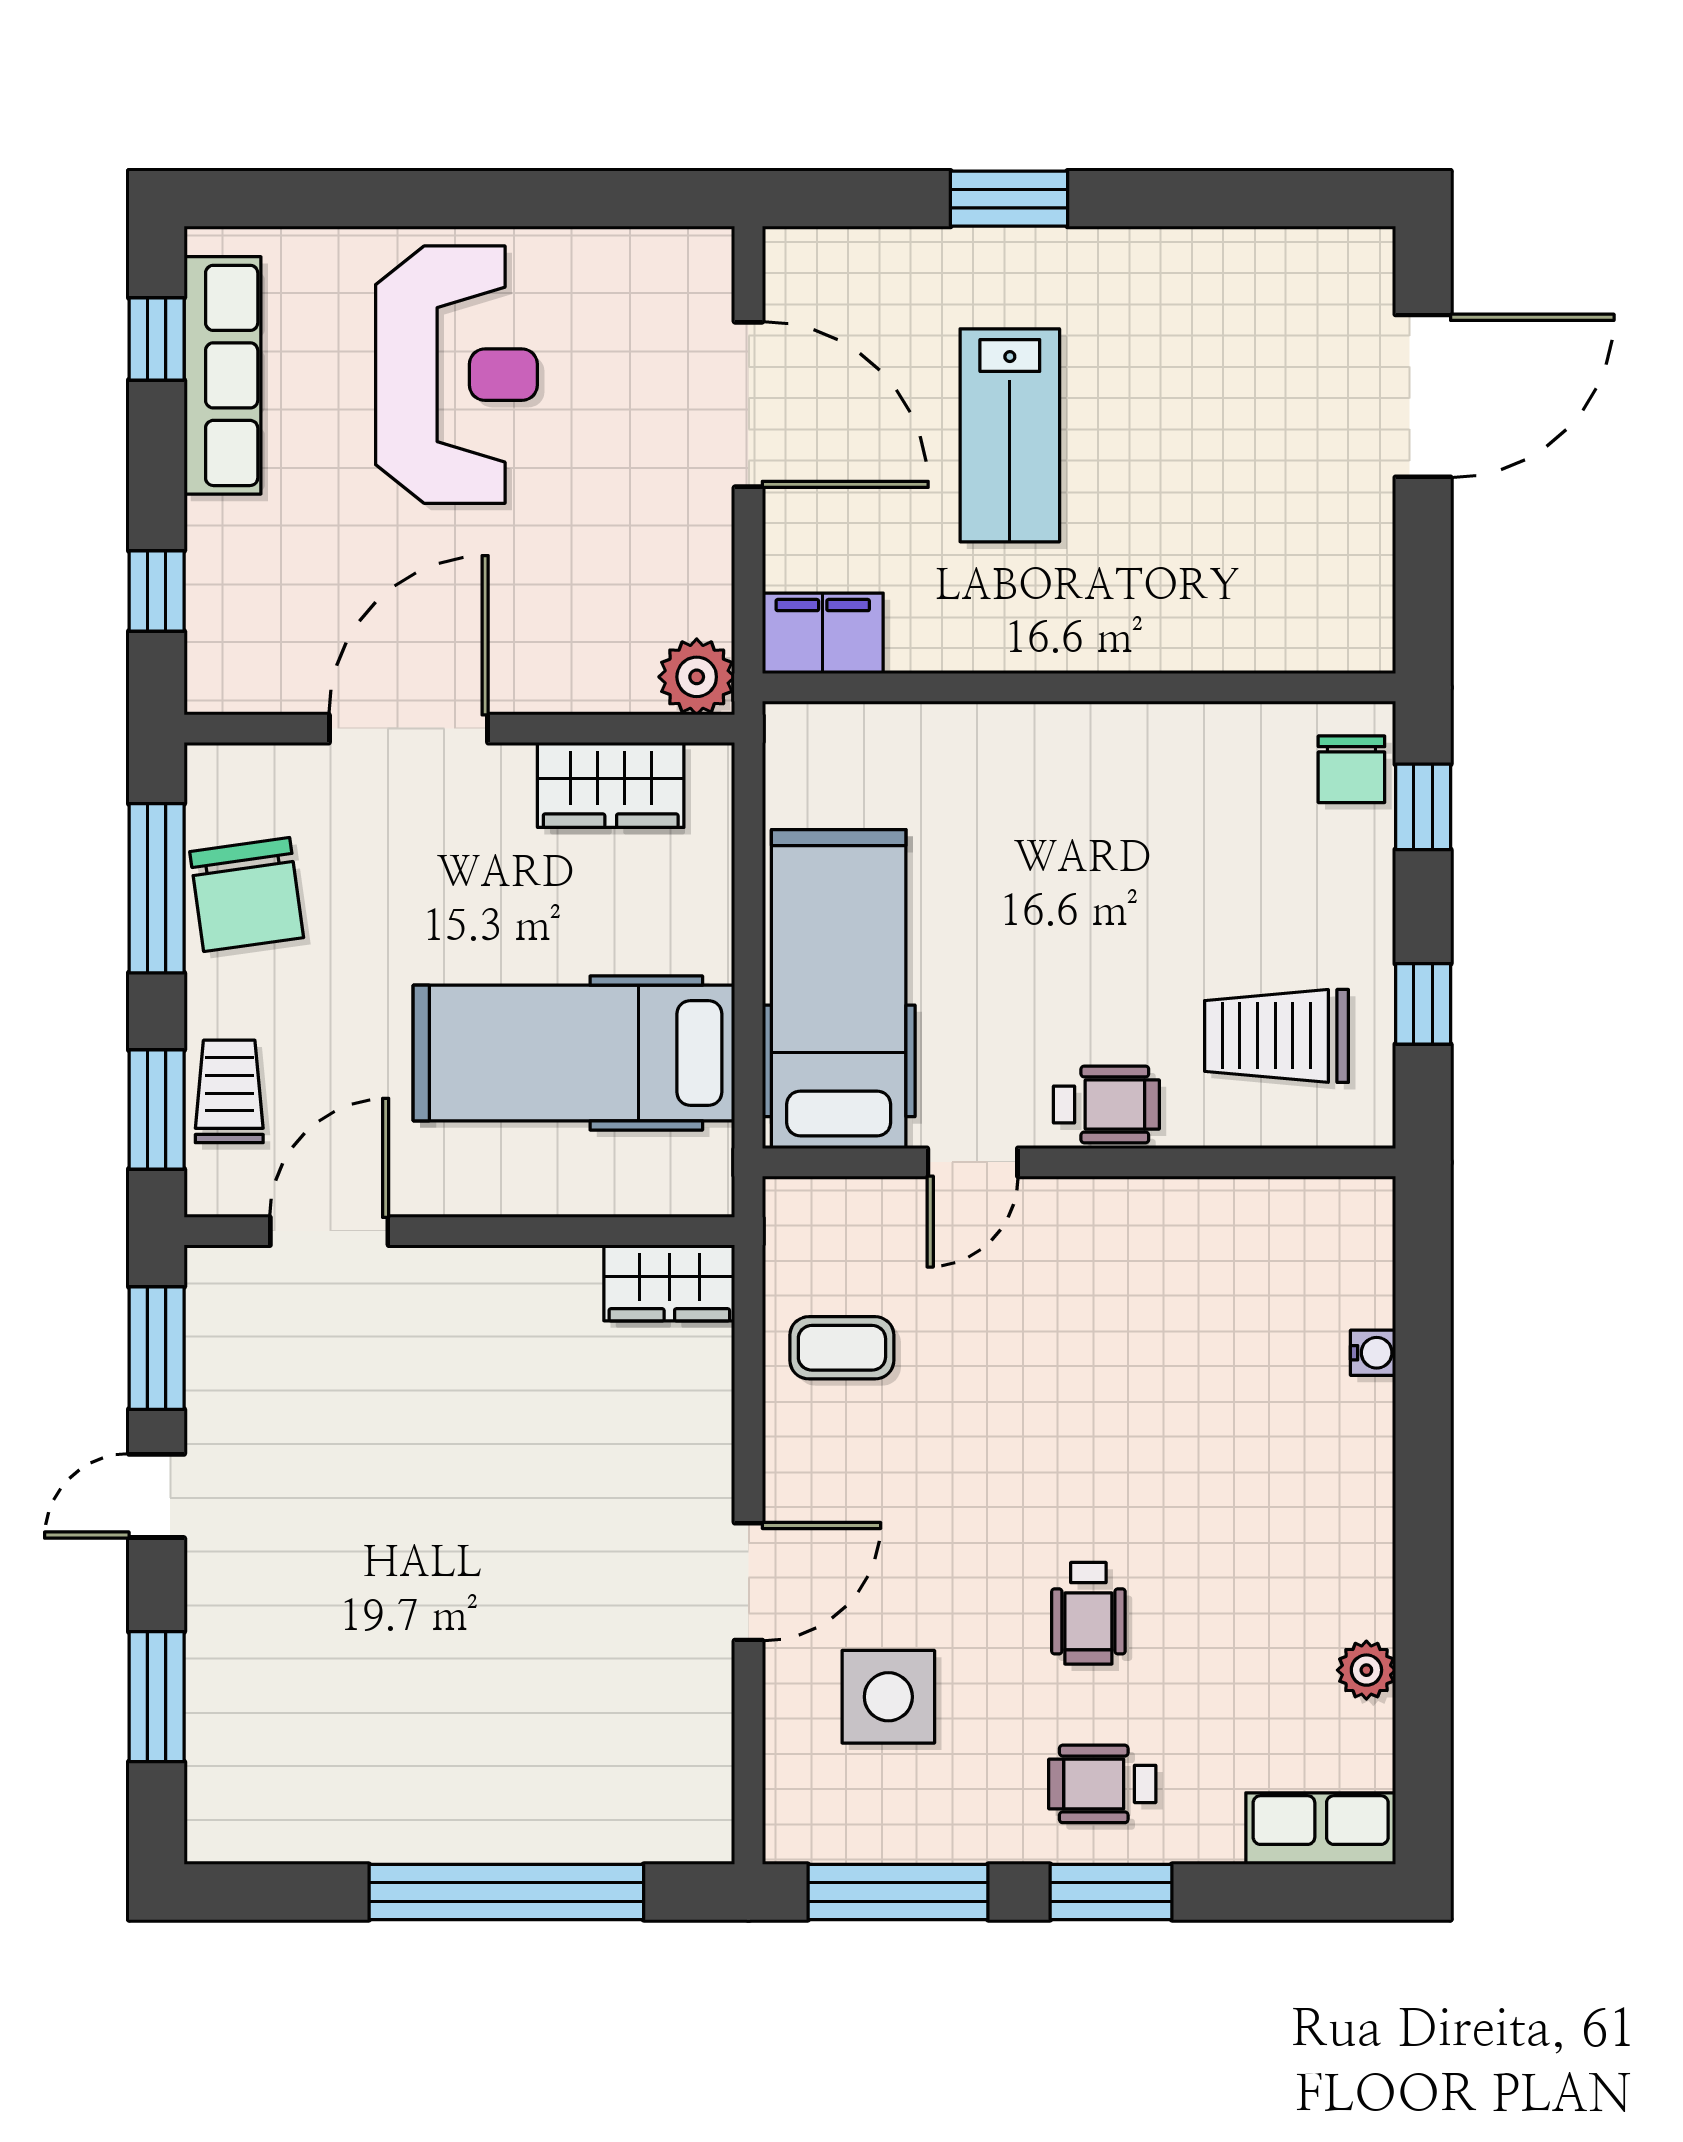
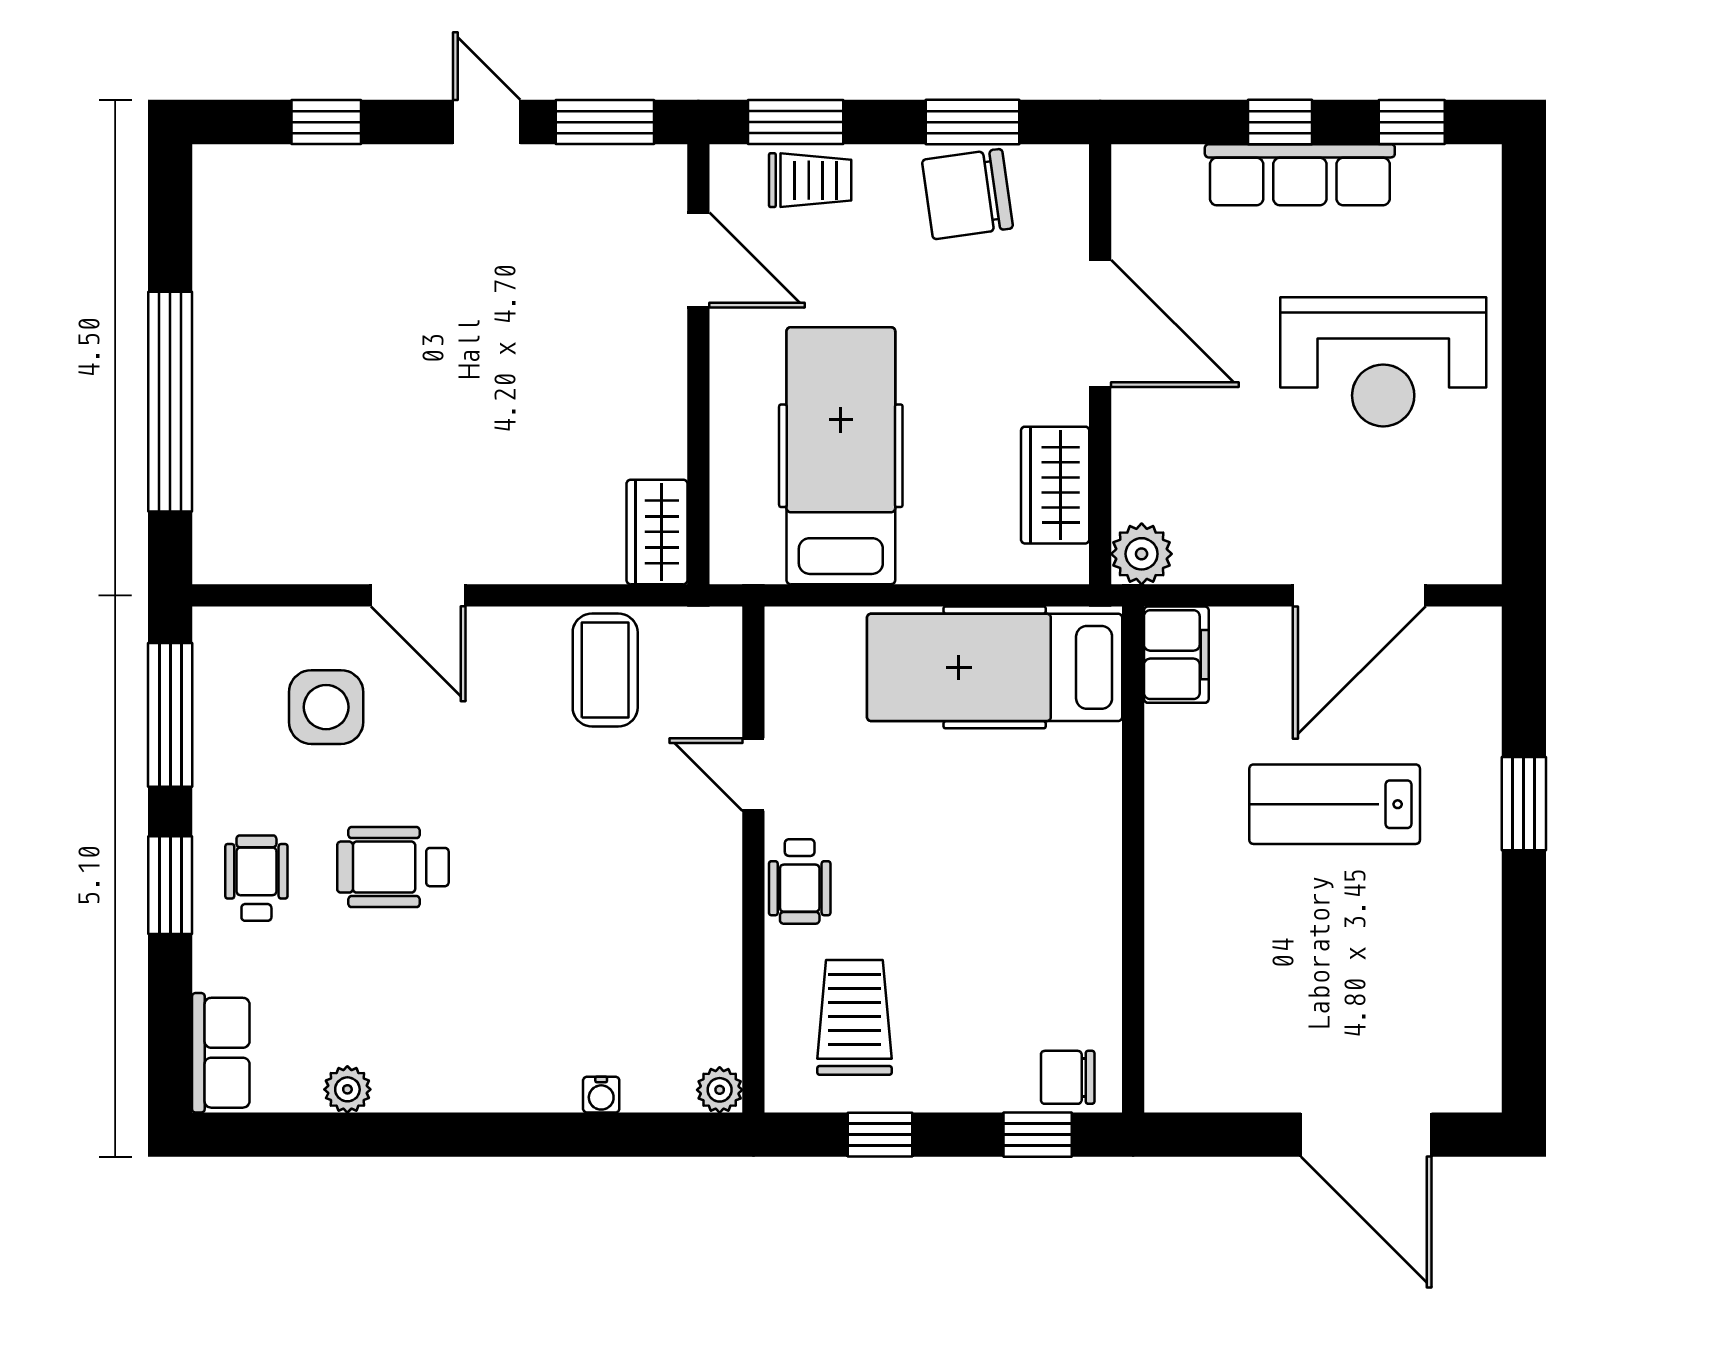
row of seats: (222, 375) -> (1300, 175), moved
window: (157, 591) -> (1280, 122), moved
window: (157, 888) -> (973, 122), width x0.69
hospital bed: (839, 989) -> (995, 667), moved, turned 180
plant: (1367, 1205) -> (720, 1090), added
coffee table: (842, 1348) -> (605, 670), width x1.36, depth x1.30
wheelchair: (1088, 1613) -> (393, 867), width x1.36, depth x1.37
window: (157, 1697) -> (326, 122), width x0.67

